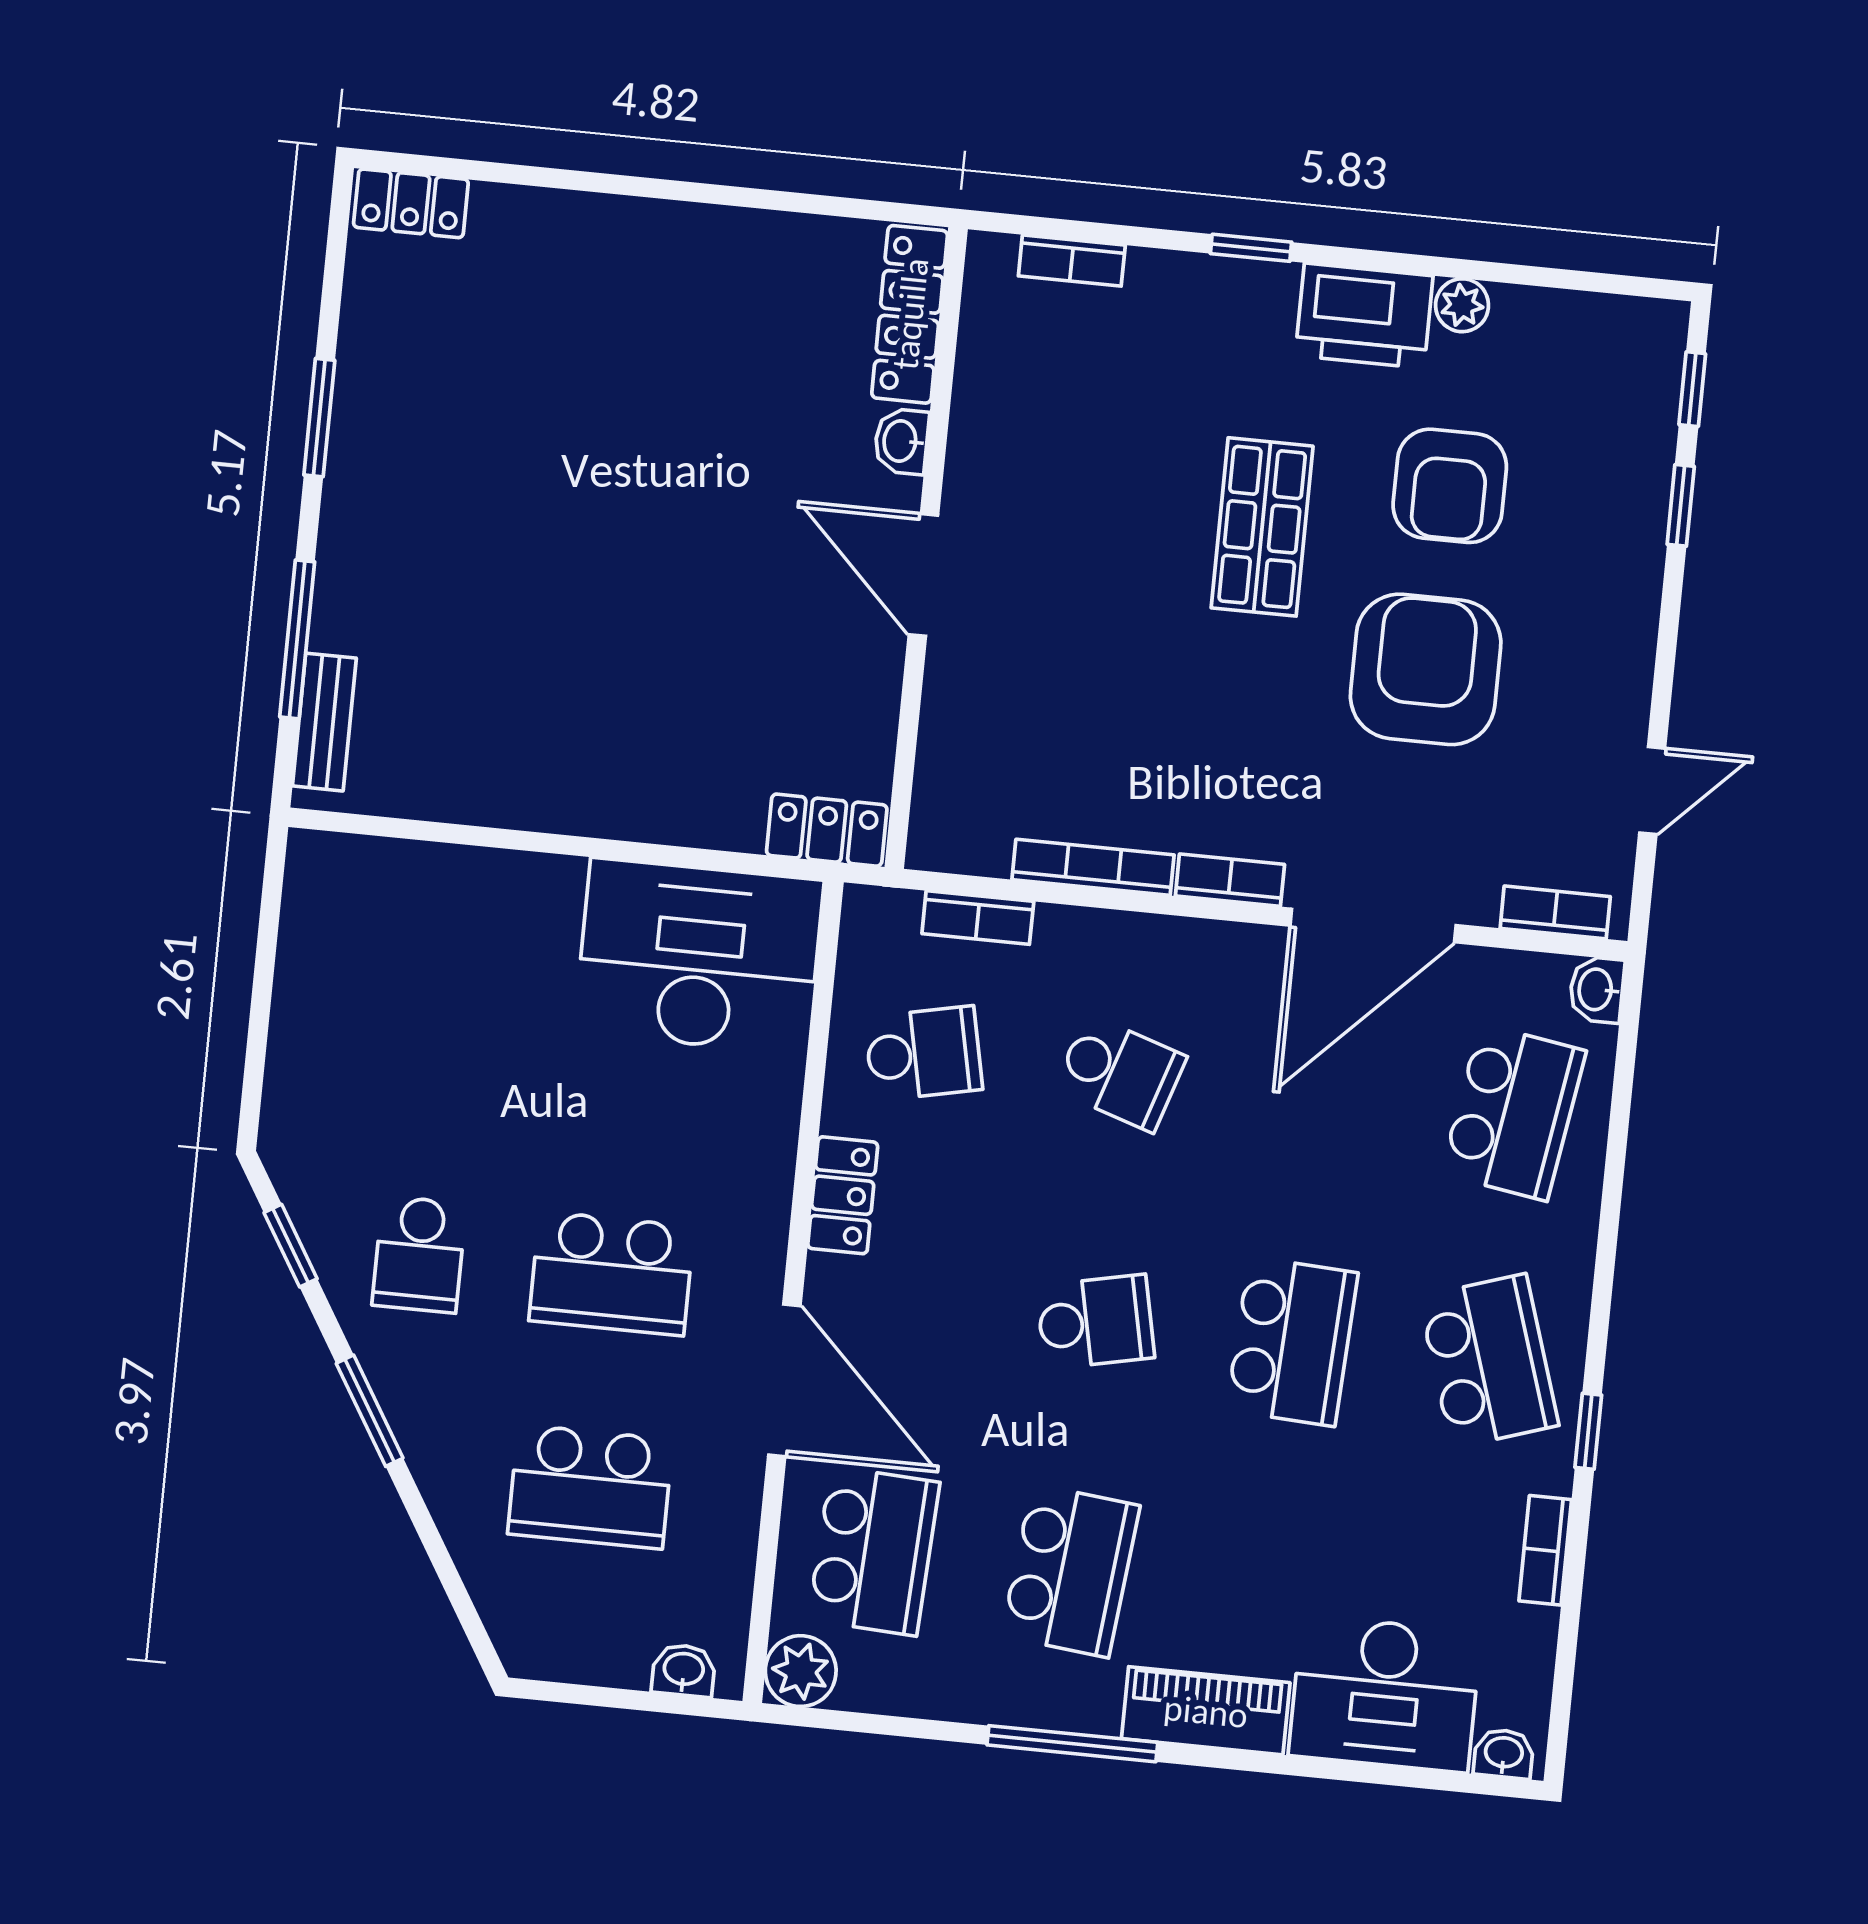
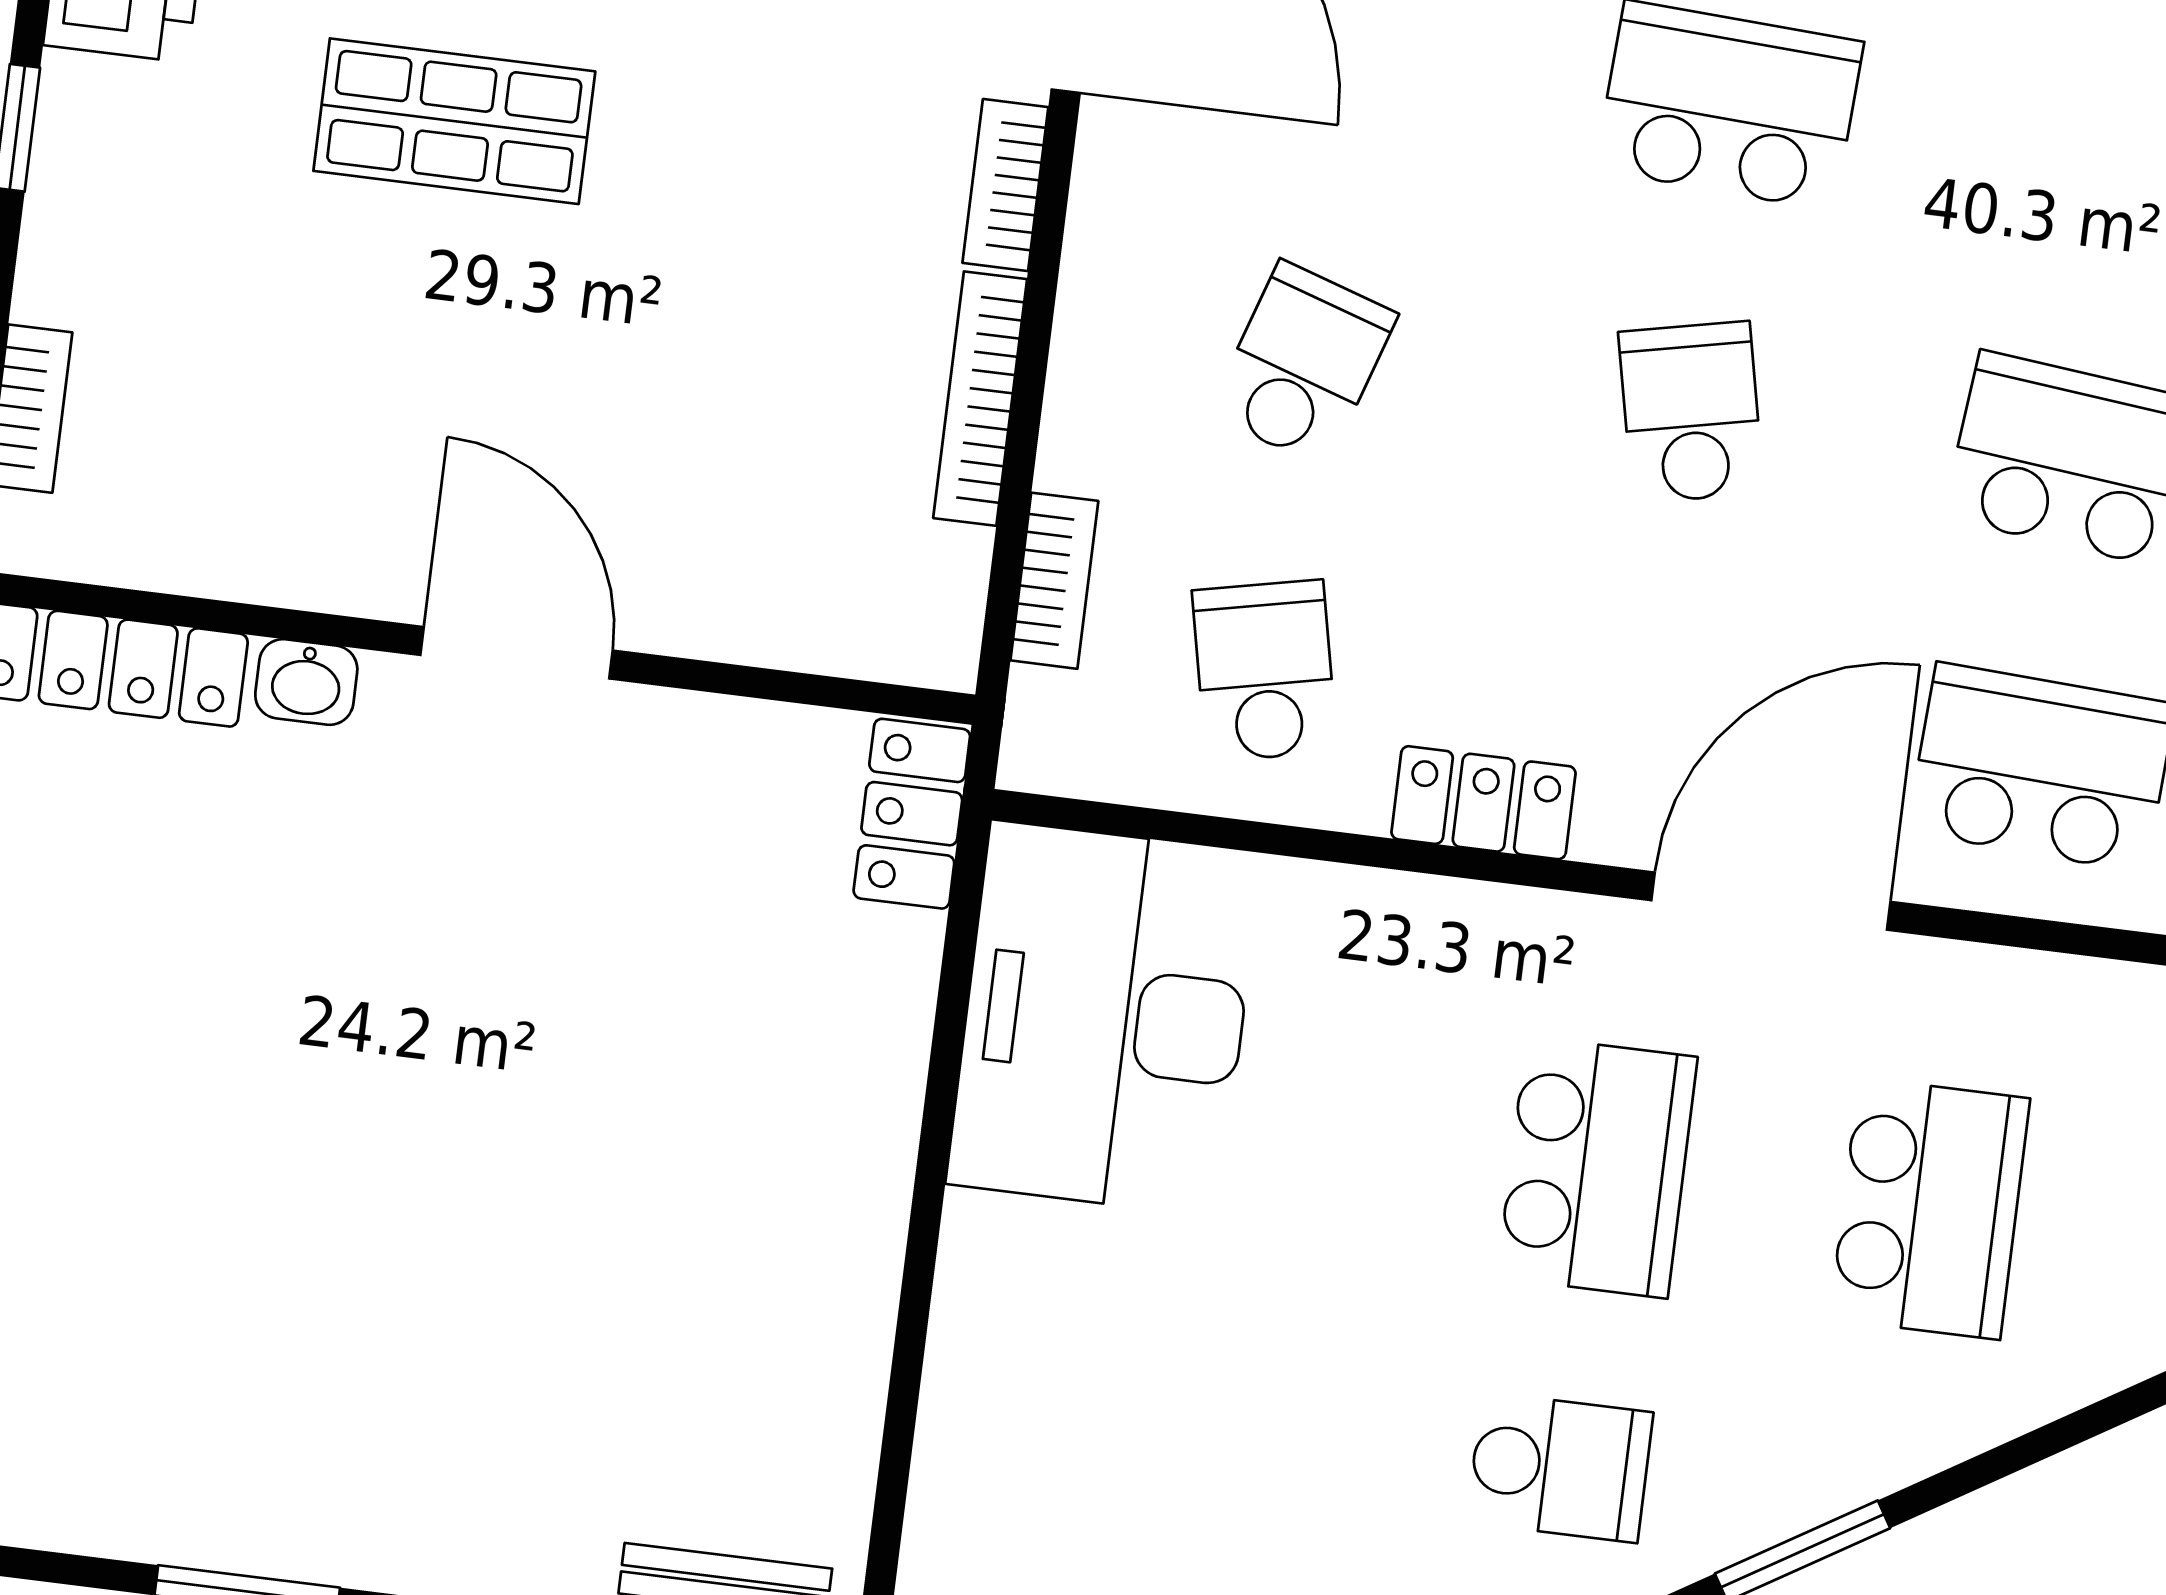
door: (923, 575) -> (516, 653), swing flipped

